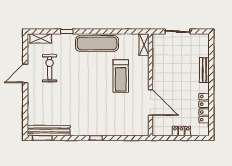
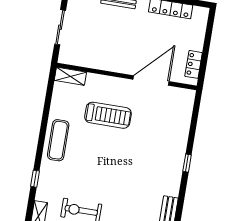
exercise mat: (97, 43) -> (58, 140), width x0.73, depth x0.69
locker: (181, 131) -> (194, 64), moved

